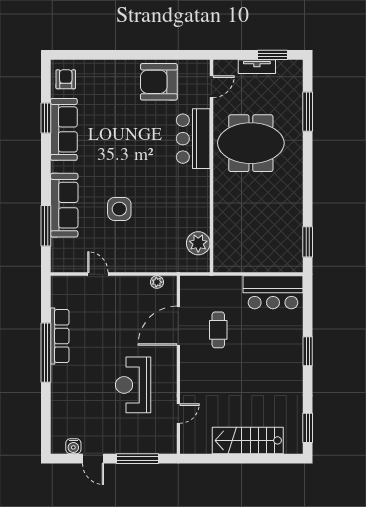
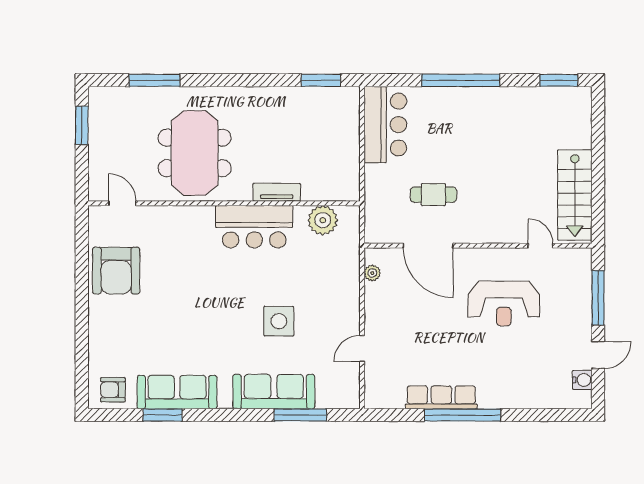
tv unit: (257, 67) -> (277, 192), moved, turned -90
bar counter: (193, 139) -> (254, 227), moved
window: (308, 351) -> (461, 80), width x2.11
stairs: (248, 440) -> (575, 195), moved

